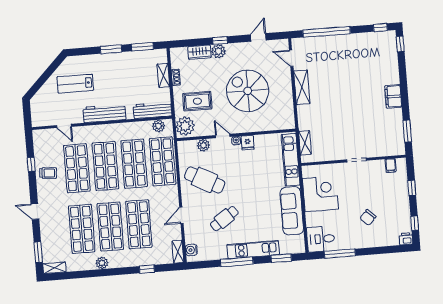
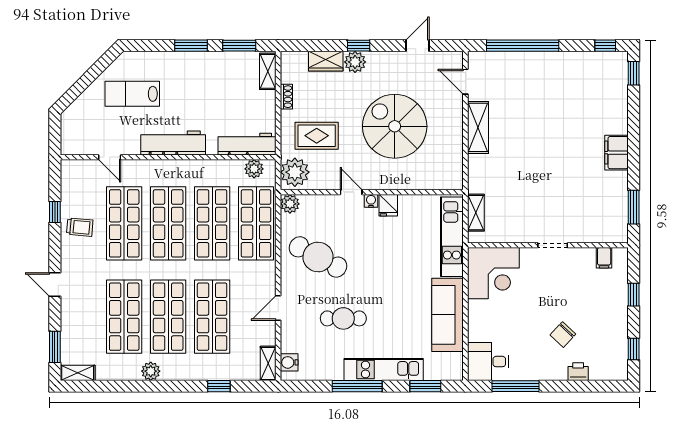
shelving: (163, 75) -> (268, 71), moved
plant: (203, 145) -> (290, 204), moved
corner desk: (320, 194) -> (493, 273), moved, turned 90
cafe table: (224, 219) -> (343, 318), turned 34
printer: (406, 239) -> (578, 372), moved

